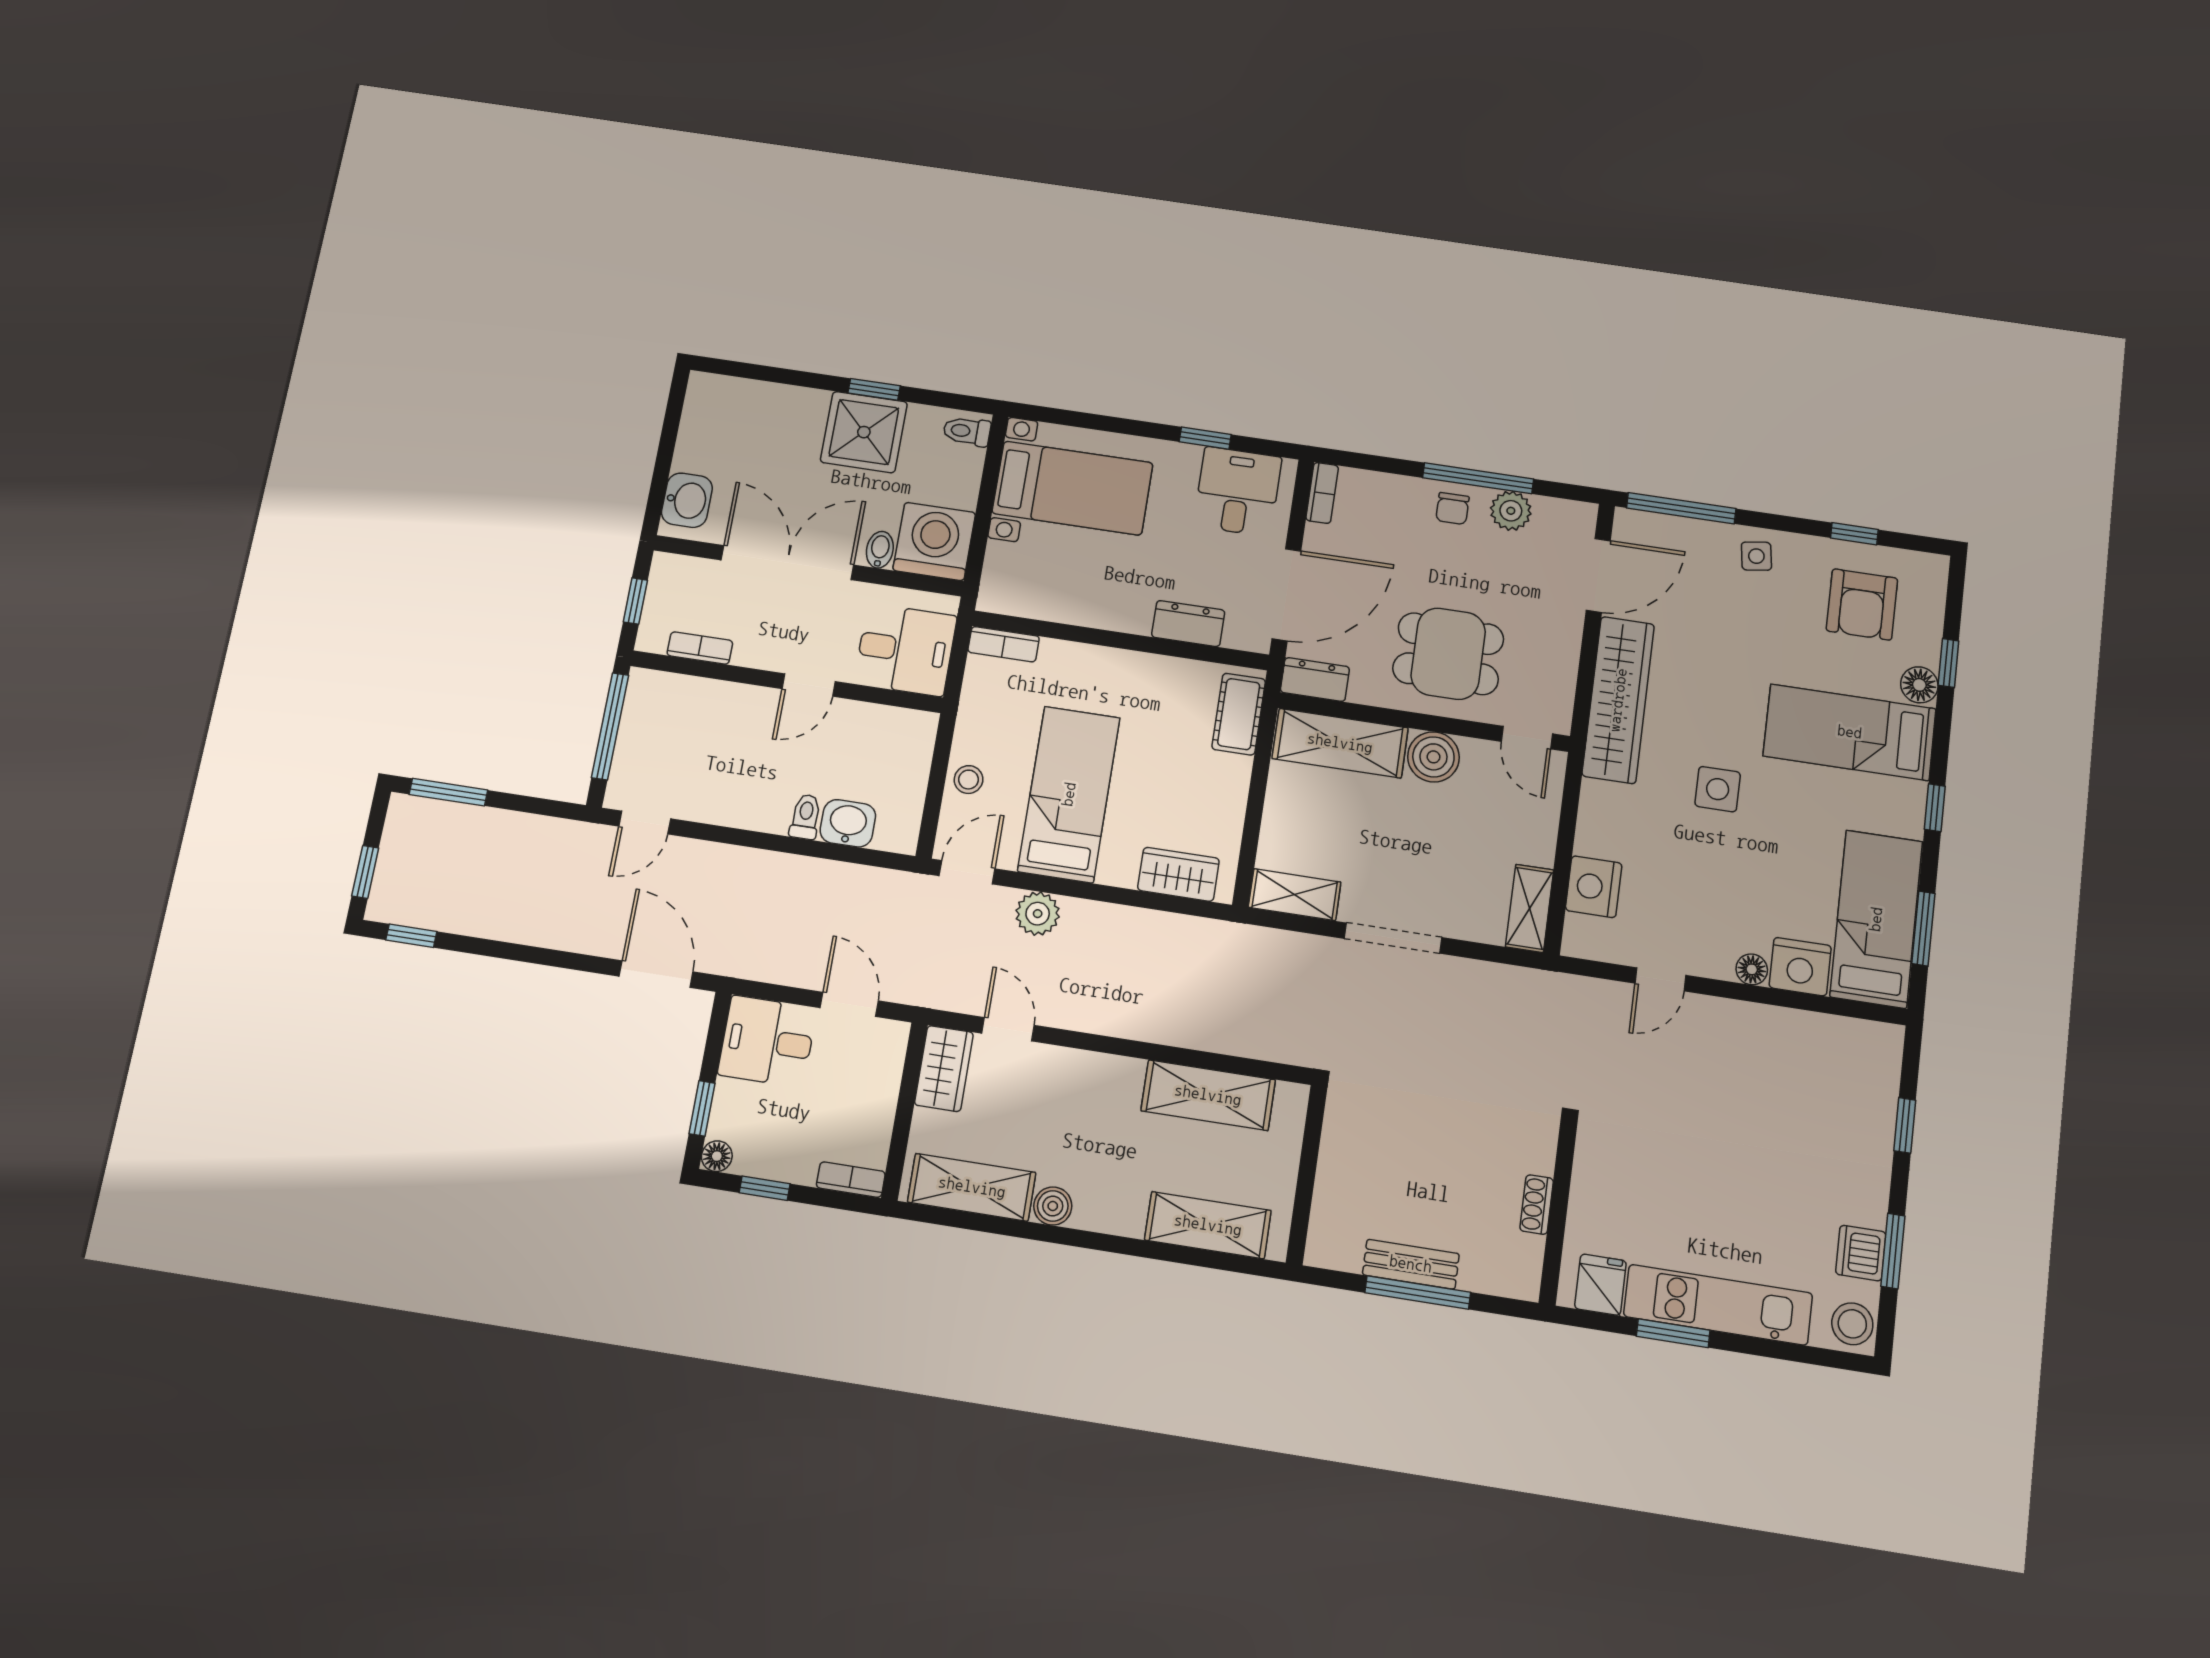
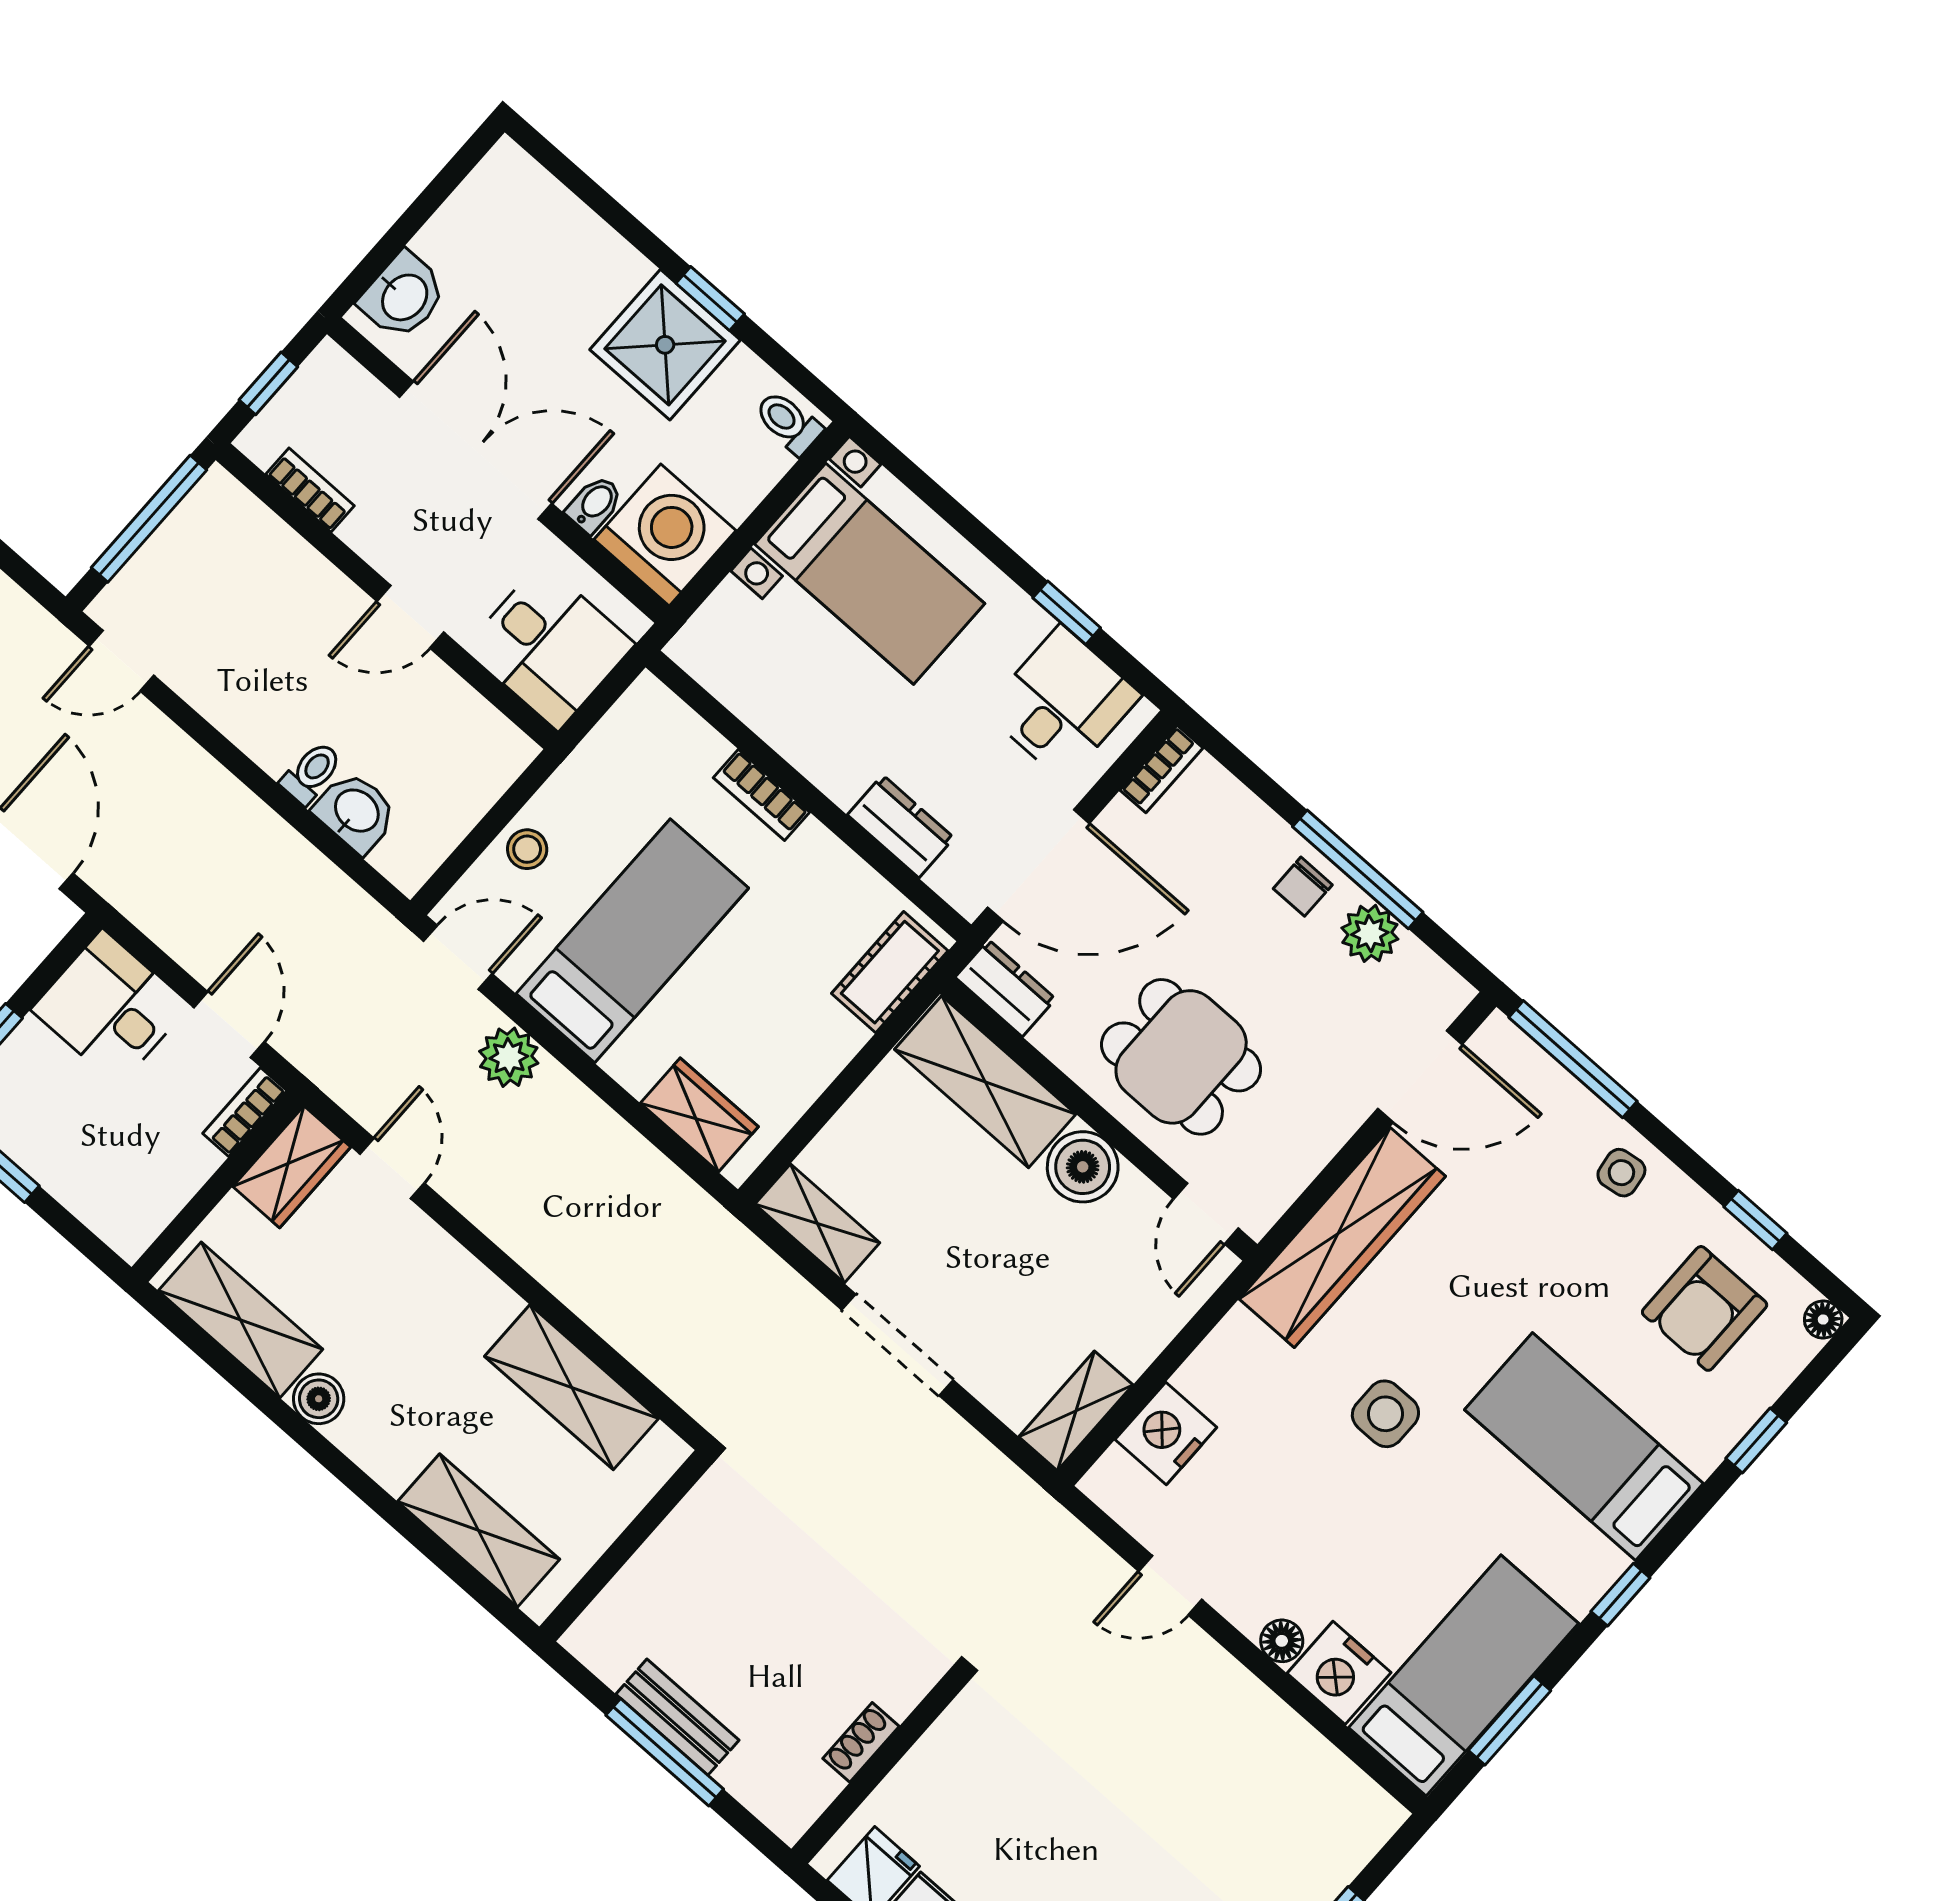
bookcase: (1004, 644) -> (762, 795), moved
floor lamp: (1919, 685) -> (1823, 1320), moved, width x0.73, depth x0.73
bookcase: (851, 1180) -> (245, 1112), moved, turned -90

